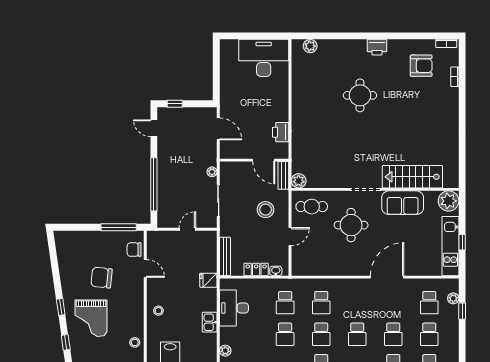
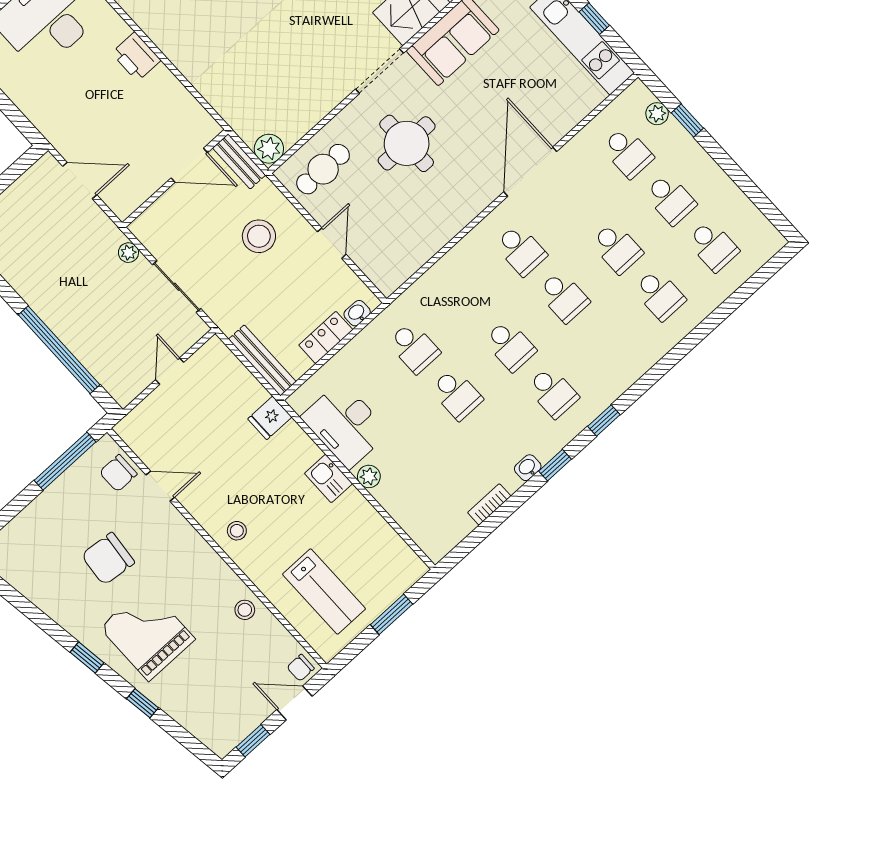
printer: (281, 132) -> (136, 57), moved
school desk: (321, 303) -> (521, 250), moved
grand piano: (91, 318) -> (147, 633), turned 180
plant: (225, 351) -> (369, 476), moved

